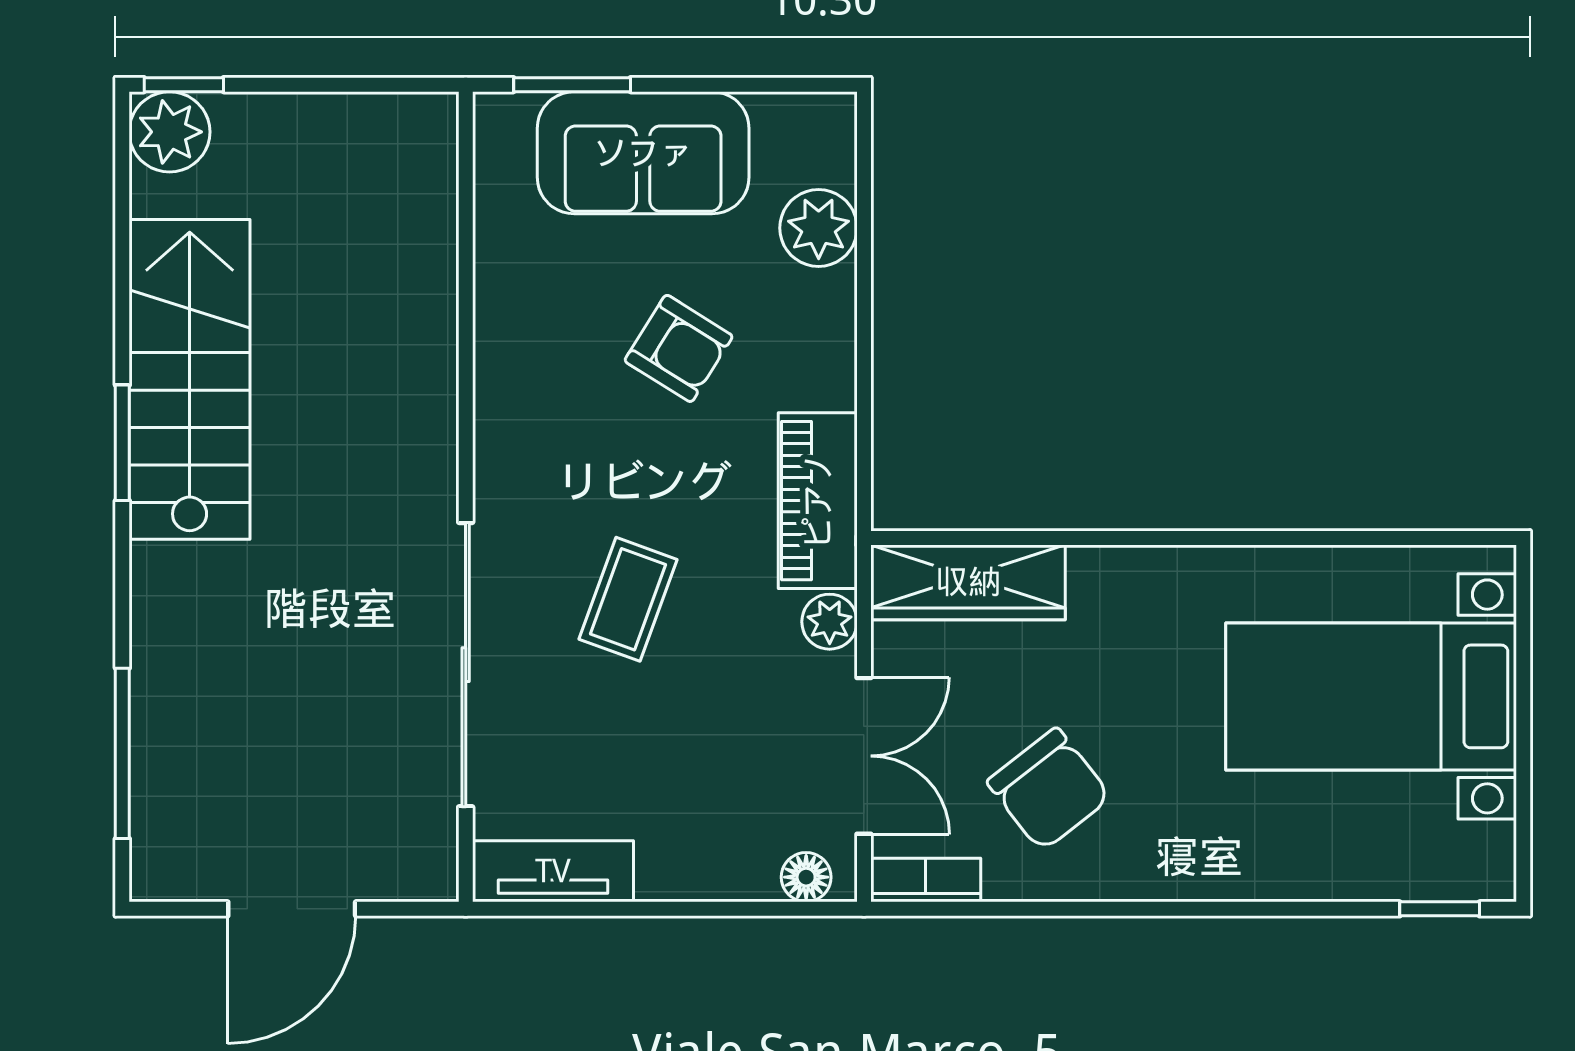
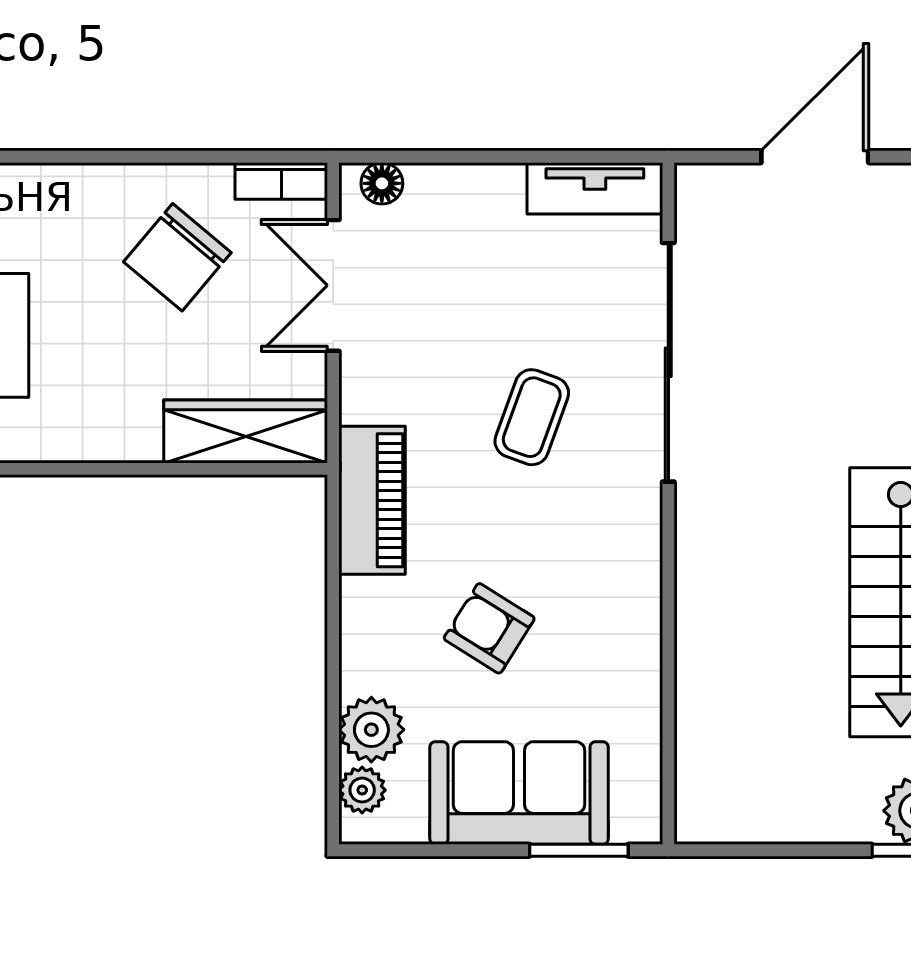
plant: (830, 622) -> (362, 790), moved
chair: (1049, 789) -> (177, 257), turned -102

